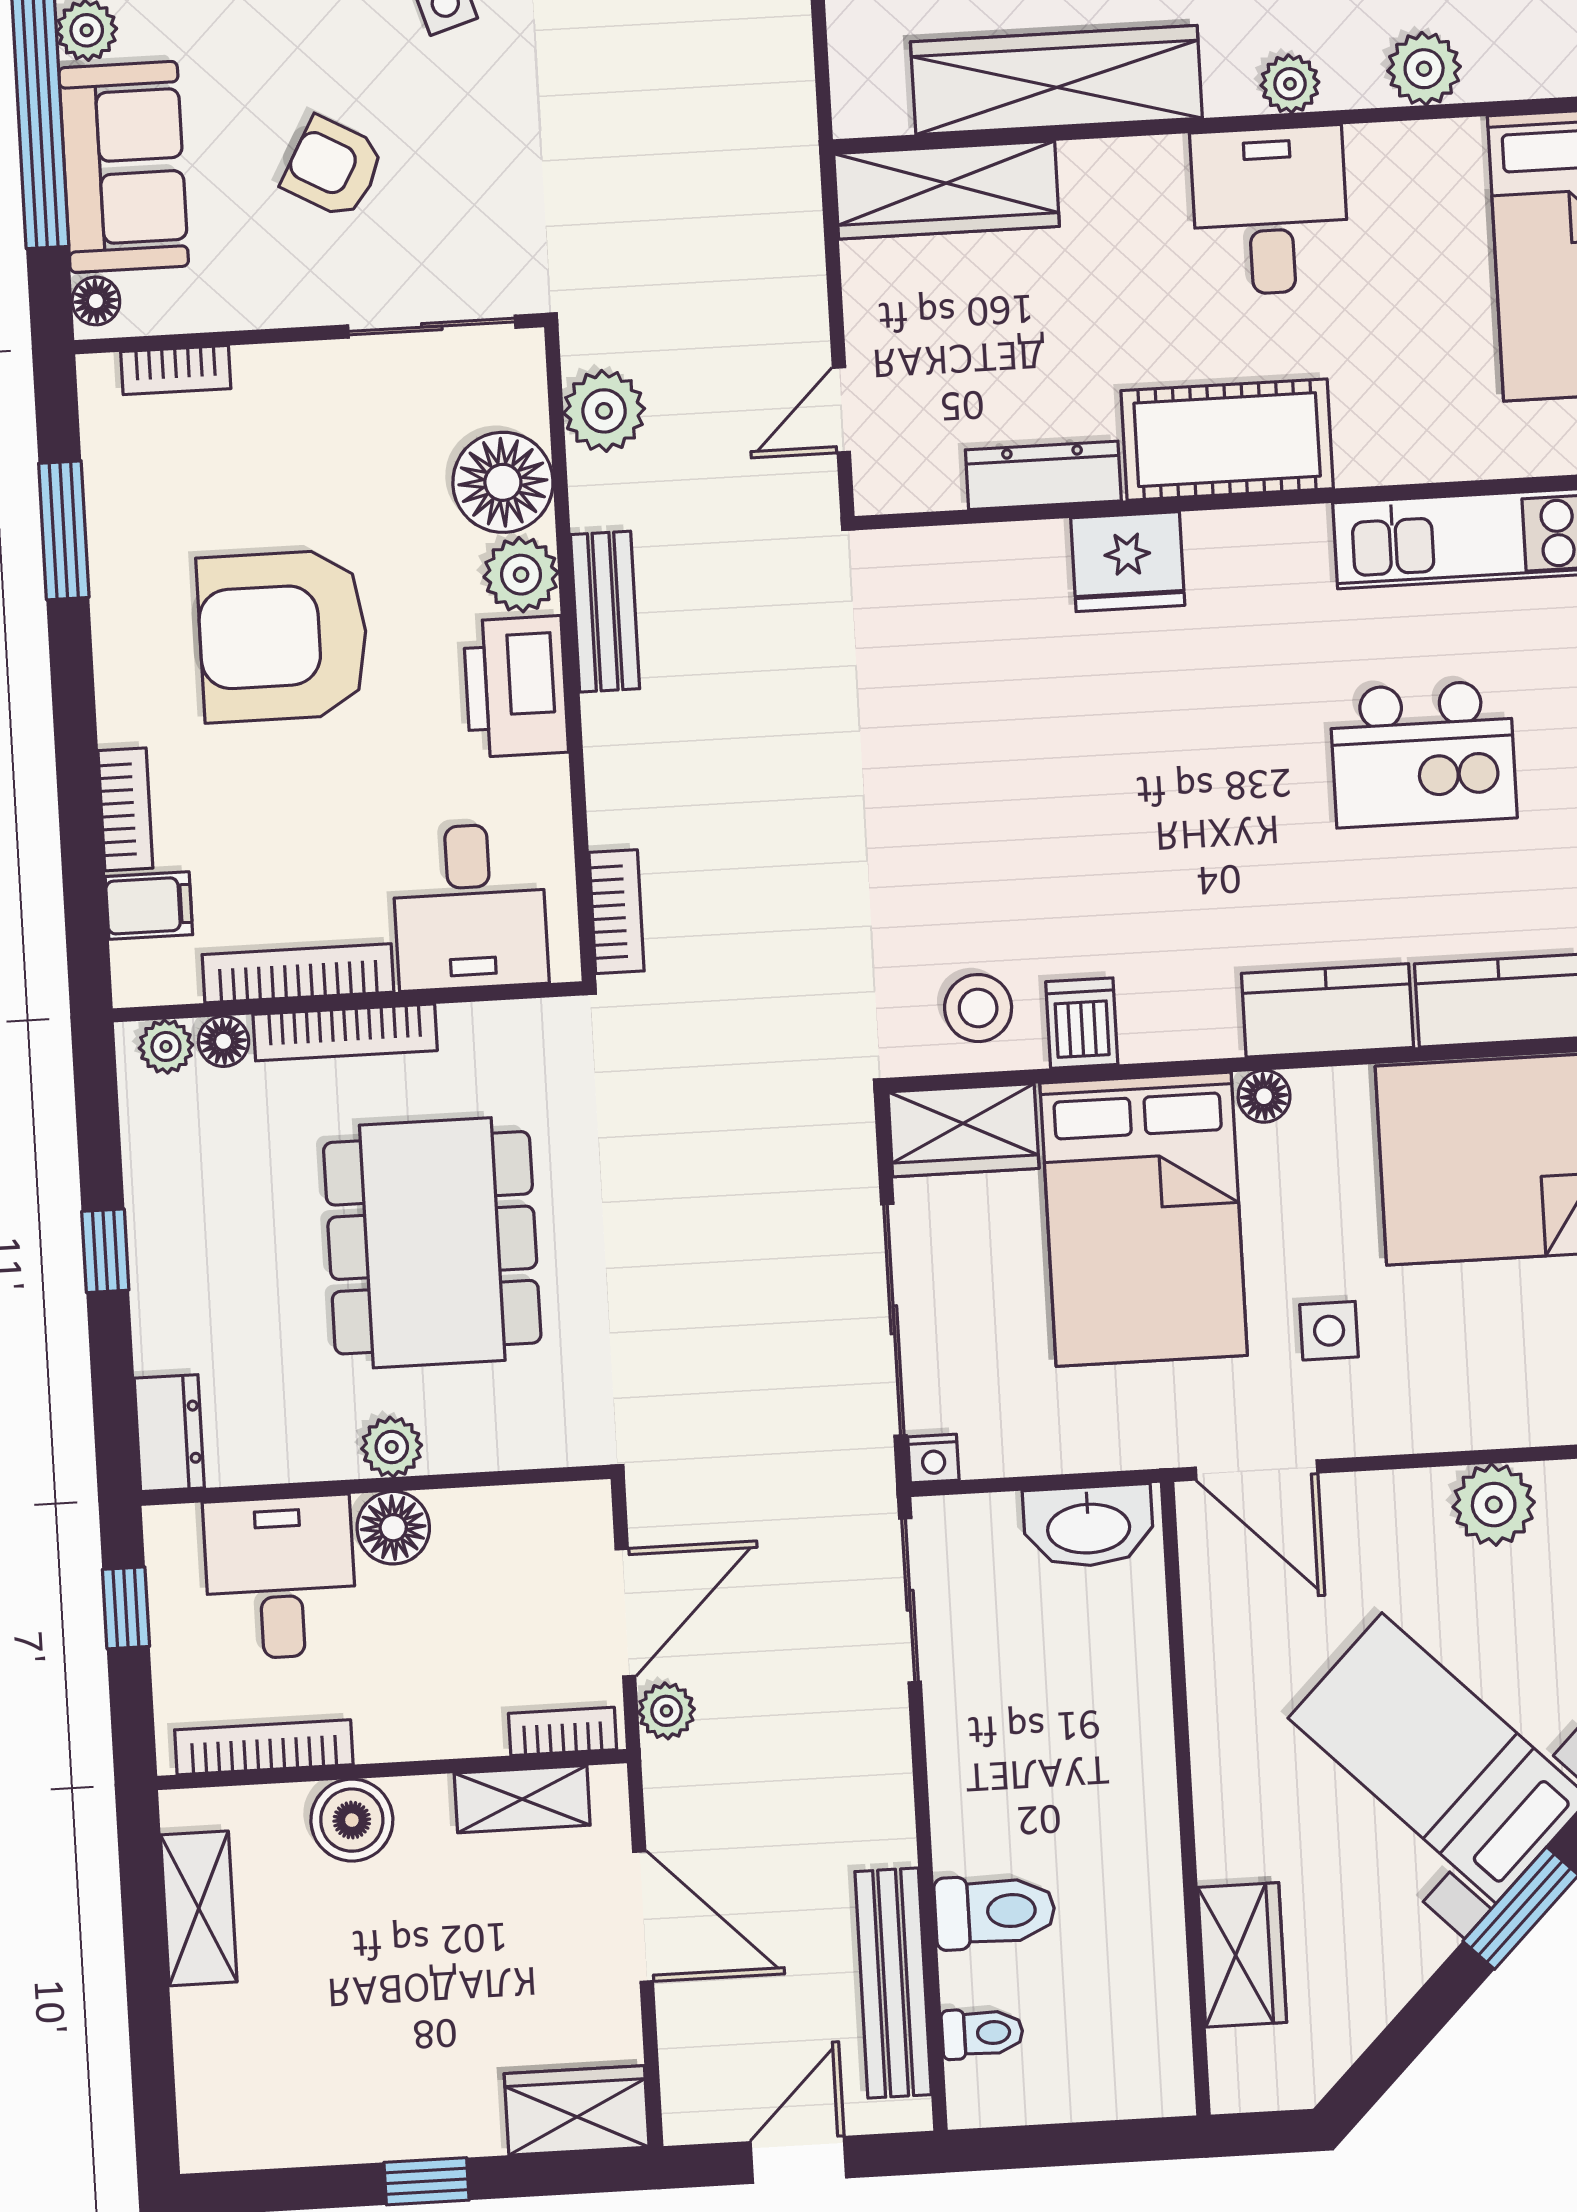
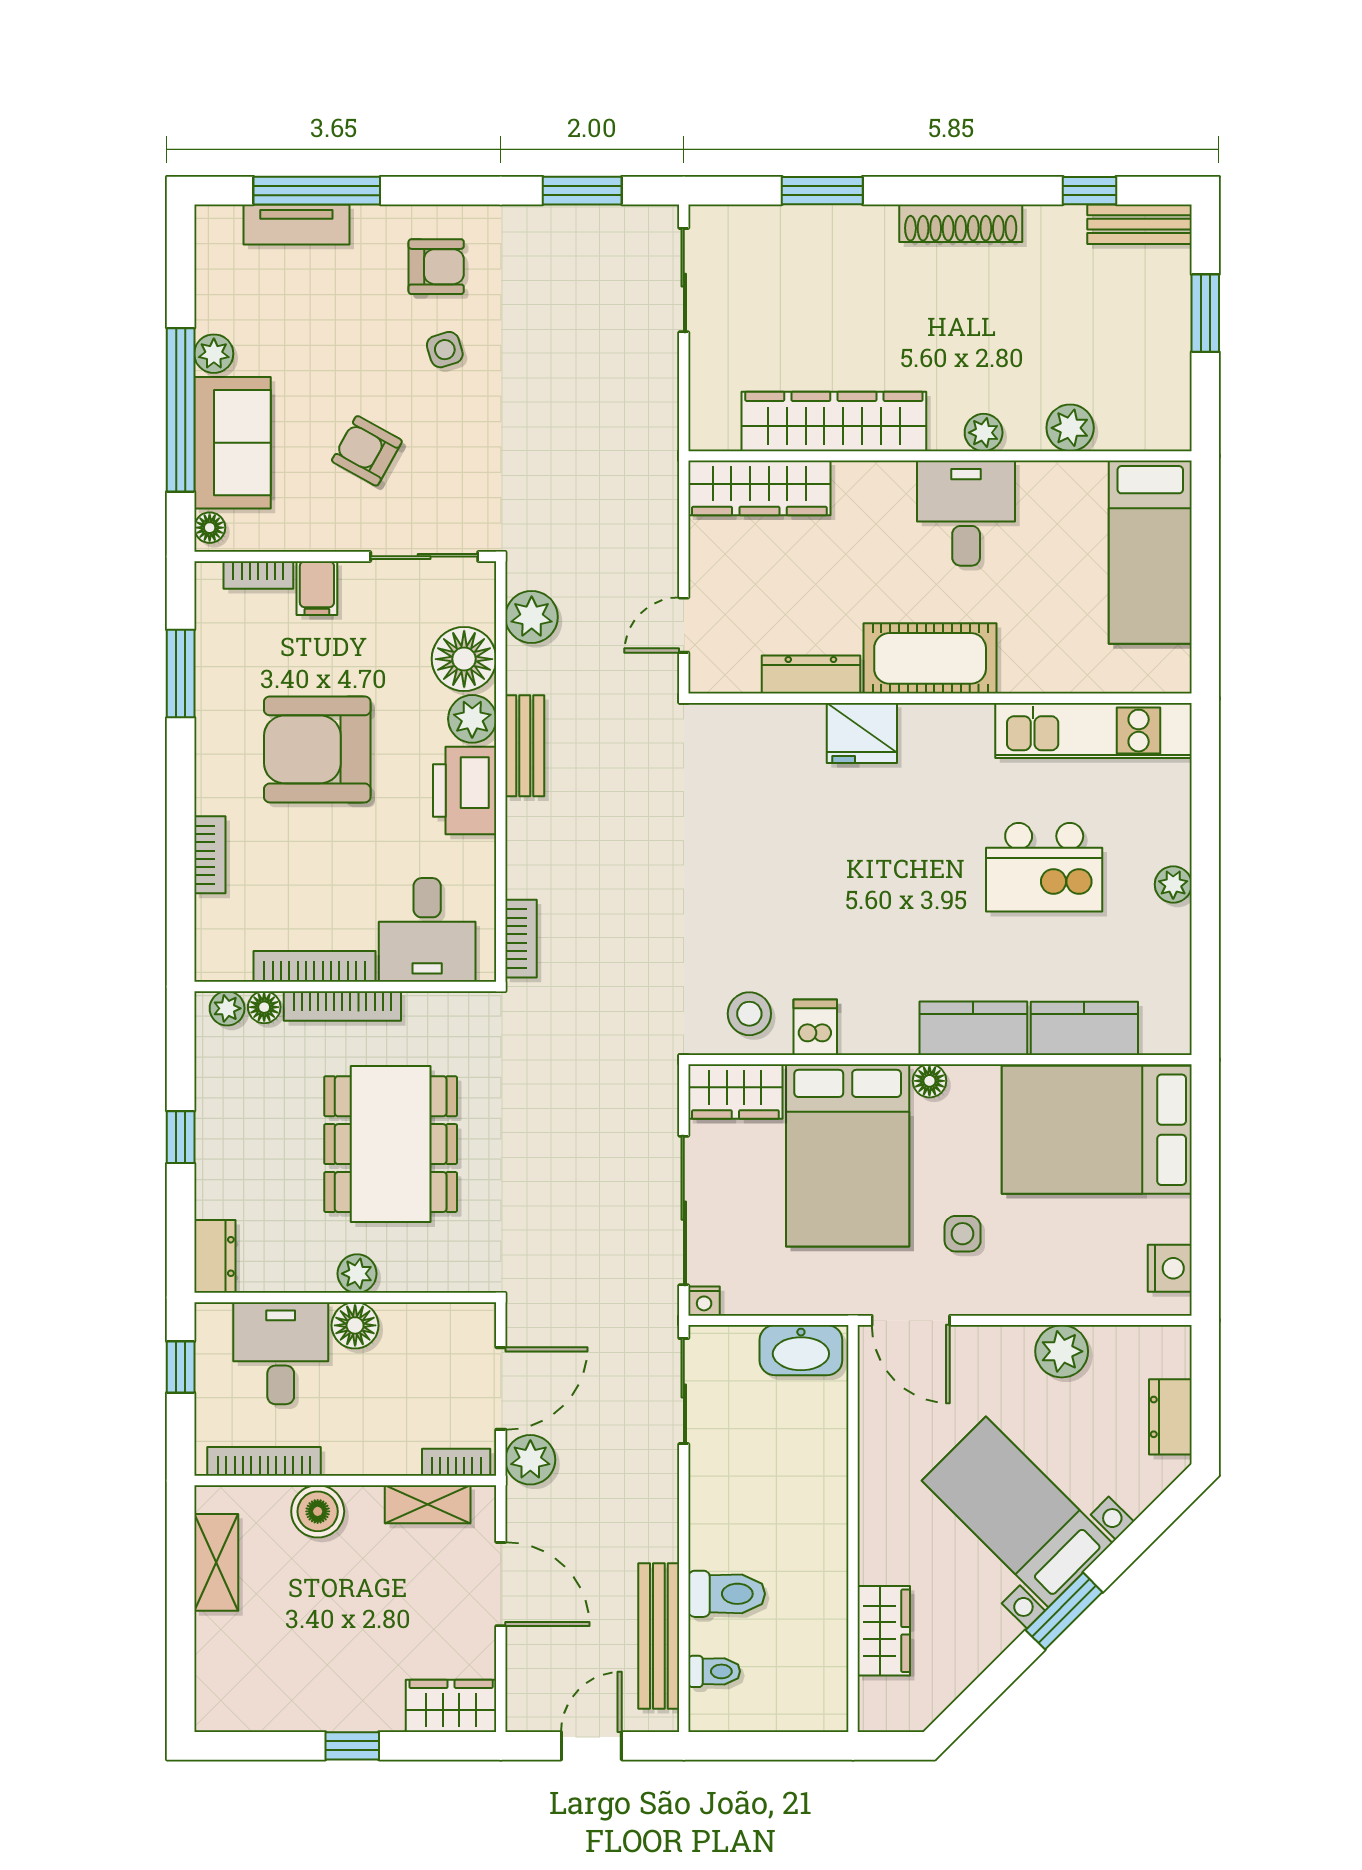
filing cabinet: (149, 906) -> (317, 588), moved, turned 90
plant: (666, 1711) -> (530, 1460), width x1.38, depth x1.38

